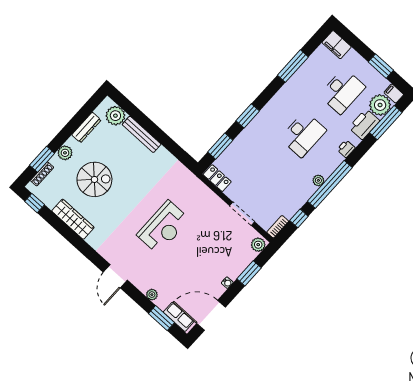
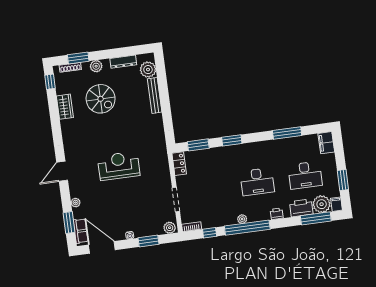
wardrobe: (73, 219) -> (65, 107), width x0.67
reception desk: (163, 227) -> (119, 166), turned 180

